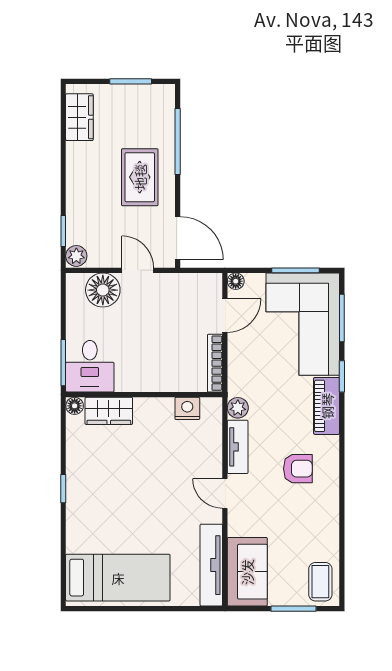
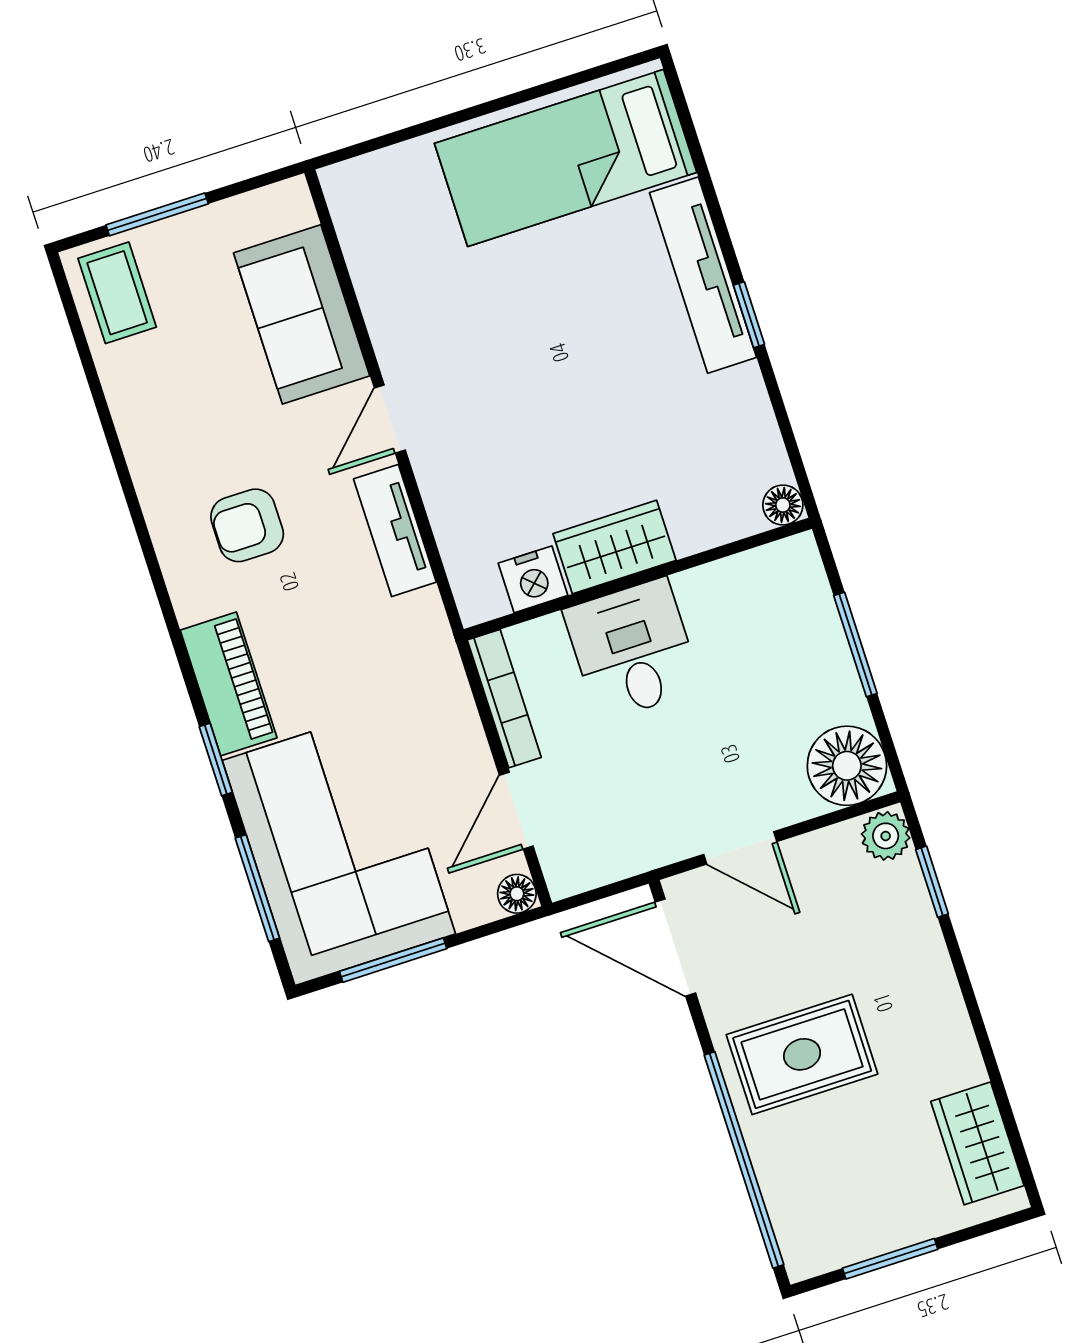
window: (178, 141) -> (744, 1160), width x1.46
rug: (140, 177) -> (802, 1054), turned 90
floor lamp: (103, 290) -> (847, 766), moved
window: (63, 363) -> (855, 644), moved
desk: (90, 366) -> (632, 650), moved
plant: (238, 408) -> (422, 617), removed
wardrobe: (109, 411) -> (615, 547), moved
door: (225, 494) -> (390, 419), swing flipped
tv unit: (211, 565) -> (703, 275), moved, turned 180
sofa: (247, 572) -> (302, 314), moved

